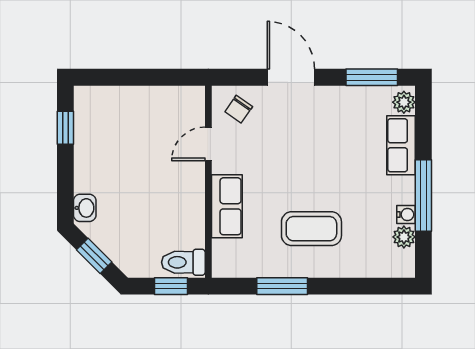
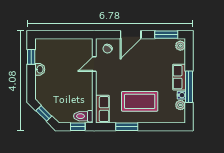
door: (291, 77) -> (131, 35), swing flipped
row of seats: (401, 145) -> (179, 77), moved
row of seats: (227, 206) -> (102, 109), moved
washbasin: (85, 208) -> (40, 69), moved
coffee table: (311, 229) -> (140, 101), width x1.36, depth x1.32

